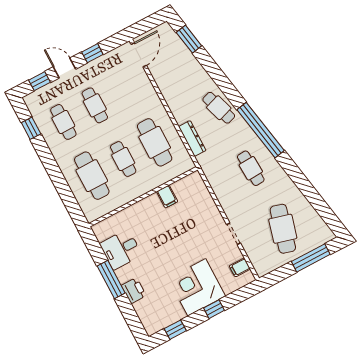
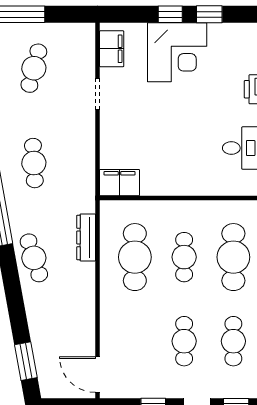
door: (139, 55) -> (98, 375), hinge flipped
filing cabinet: (167, 197) -> (120, 183), moved, width x2.00
cafe table: (283, 229) -> (34, 68), width x0.73, depth x0.74
filing cabinet: (240, 267) -> (112, 49), width x2.00
window: (175, 330) -> (209, 14), moved

